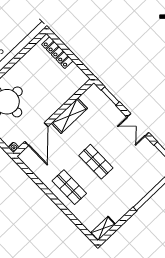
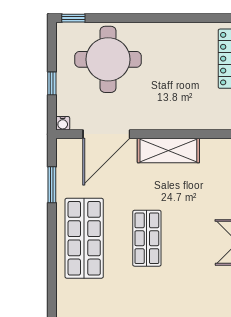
window: (34, 178) -> (52, 185), added
shop shelf: (69, 187) -> (84, 238), width x1.43, depth x1.36

